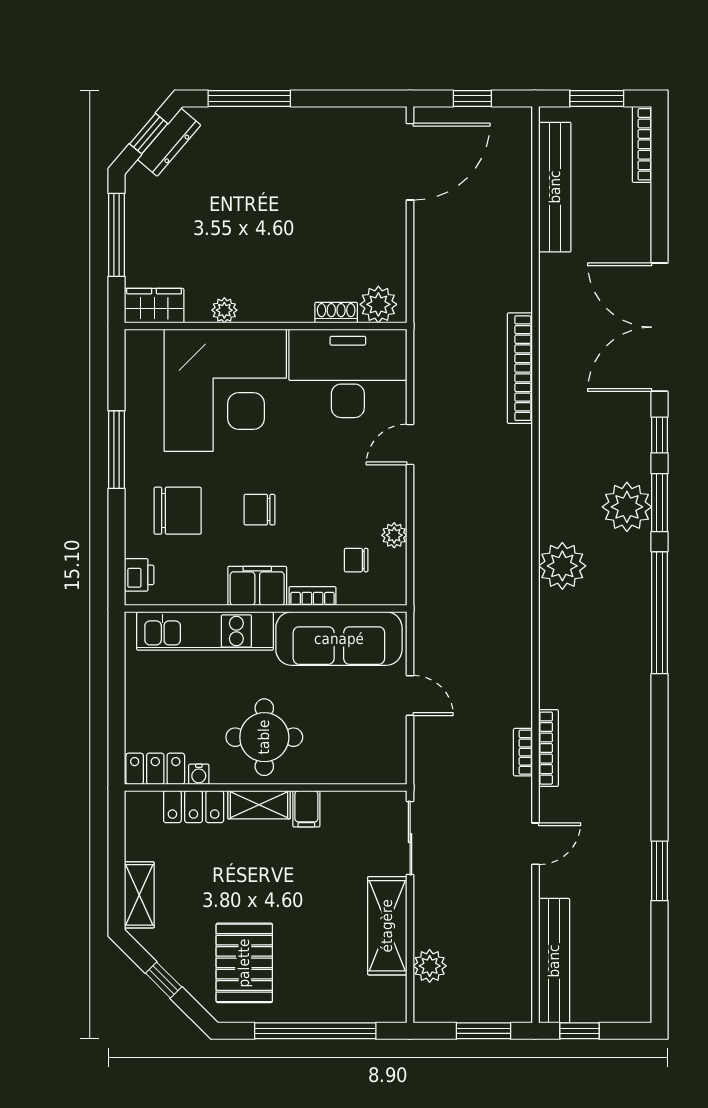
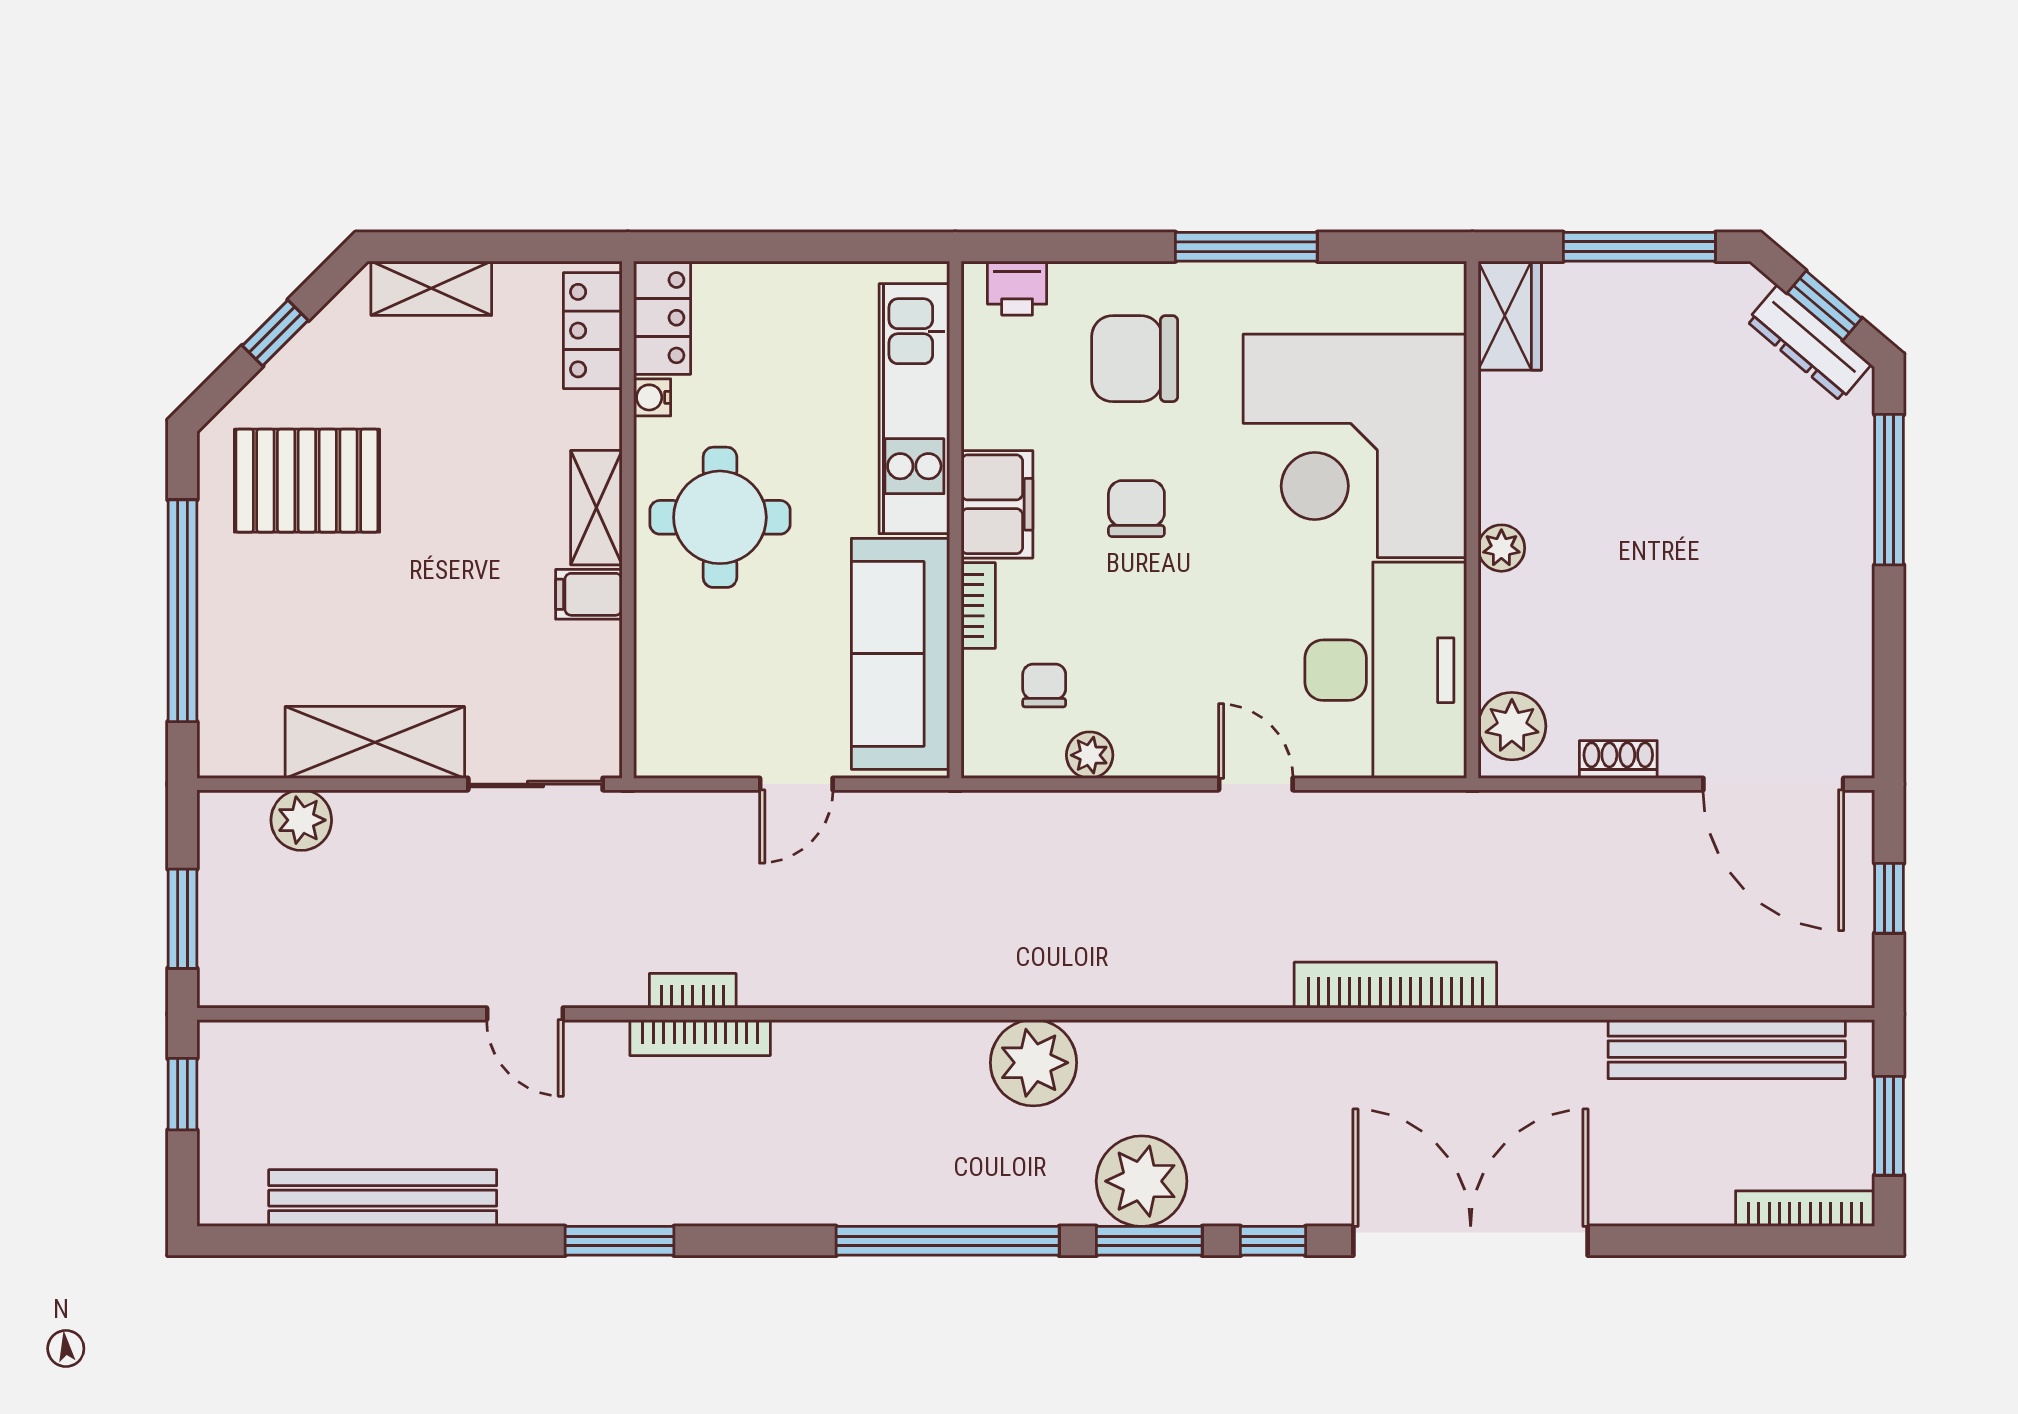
plant: (224, 310) -> (1501, 548), moved
shoe rack: (336, 313) -> (1618, 759), moved, turned -90
chair: (178, 511) -> (1135, 359), turned 90
locker: (194, 807) -> (593, 331), moved
window: (660, 871) -> (620, 1241), moved
bench: (554, 961) -> (383, 1198), moved

